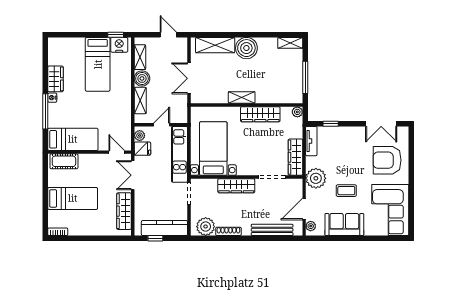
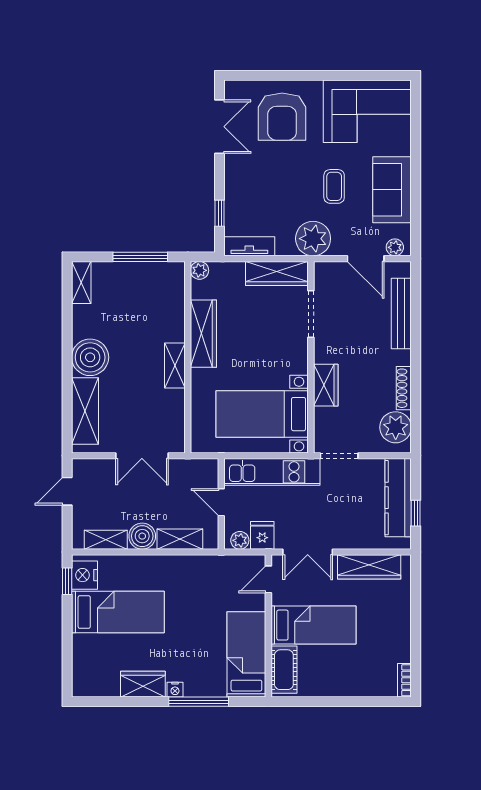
wardrobe: (236, 186) -> (326, 385), width x0.67
bed: (73, 198) -> (313, 625), moved, turned 90

